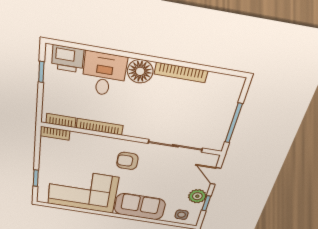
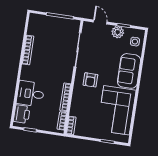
floor lamp: (140, 71) -> (28, 73), removed
door: (216, 176) -> (100, 22), swing flipped

